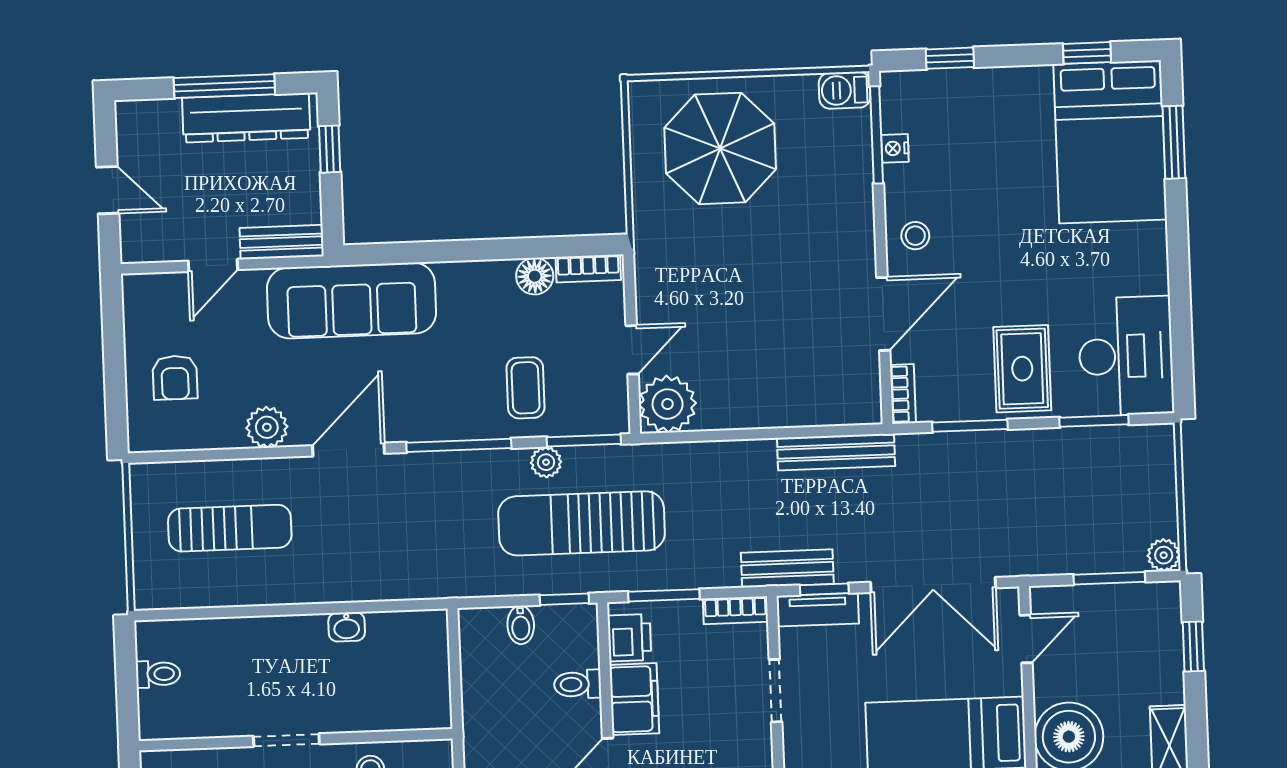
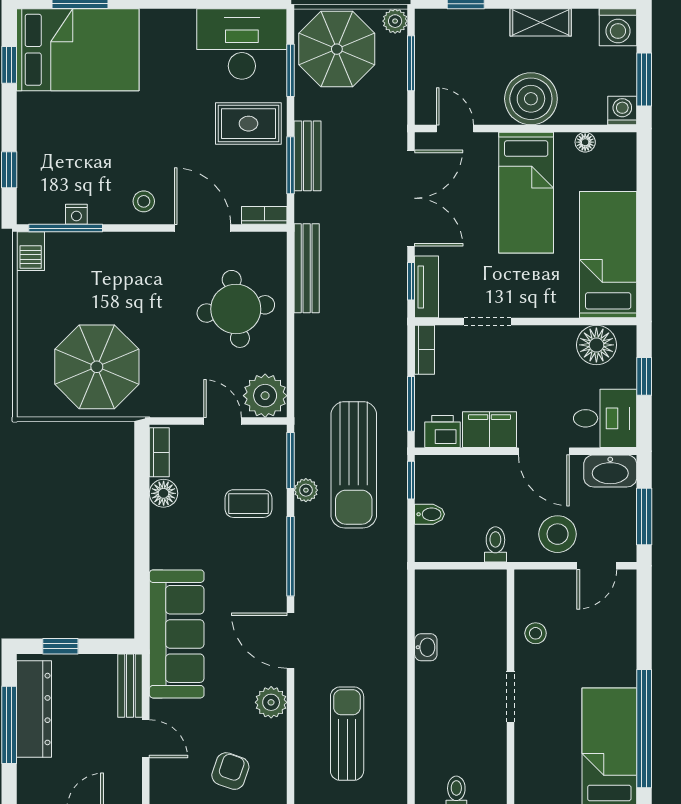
parasol: (720, 148) -> (97, 367), moved
round table: (779, 361) -> (236, 309), added
armchair: (175, 378) -> (230, 771), turned -71
parasol: (1124, 480) -> (337, 49), added
bench: (787, 568) -> (307, 156), moved
toilet: (578, 684) -> (495, 544), moved, turned 180

